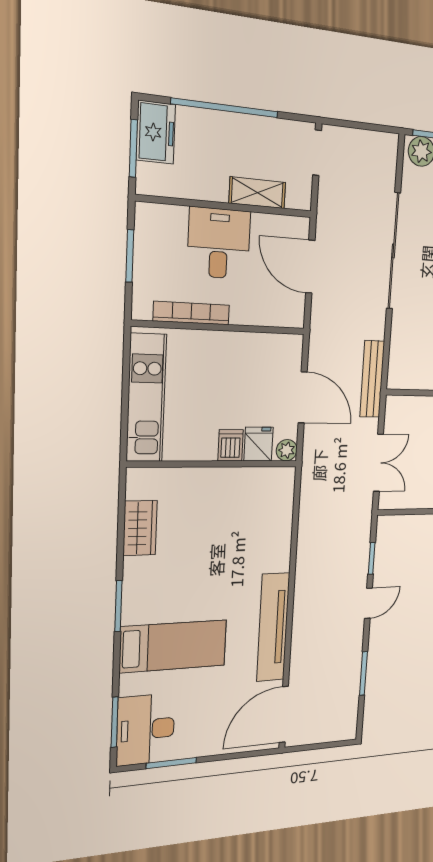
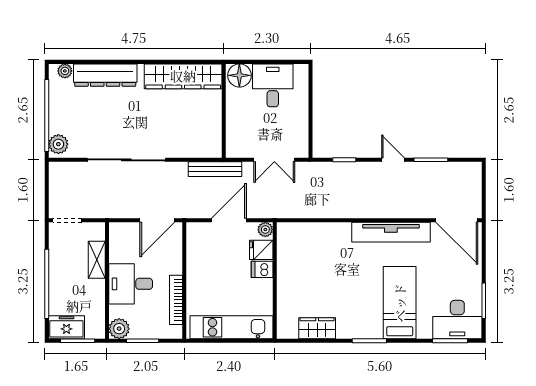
plant: (150, 219) -> (119, 329), added
door: (310, 267) -> (157, 220), moved
double door: (378, 463) -> (274, 160), swing flipped
door: (368, 603) -> (393, 160), moved

